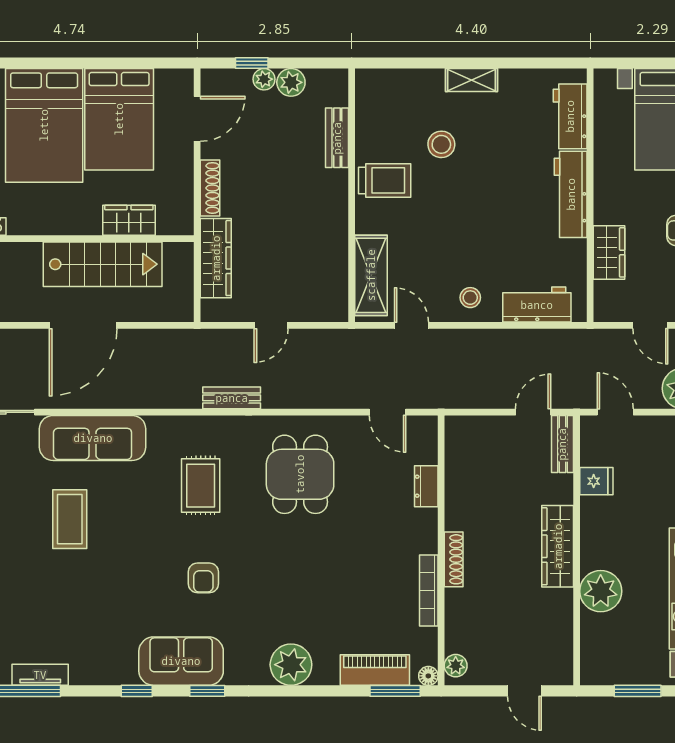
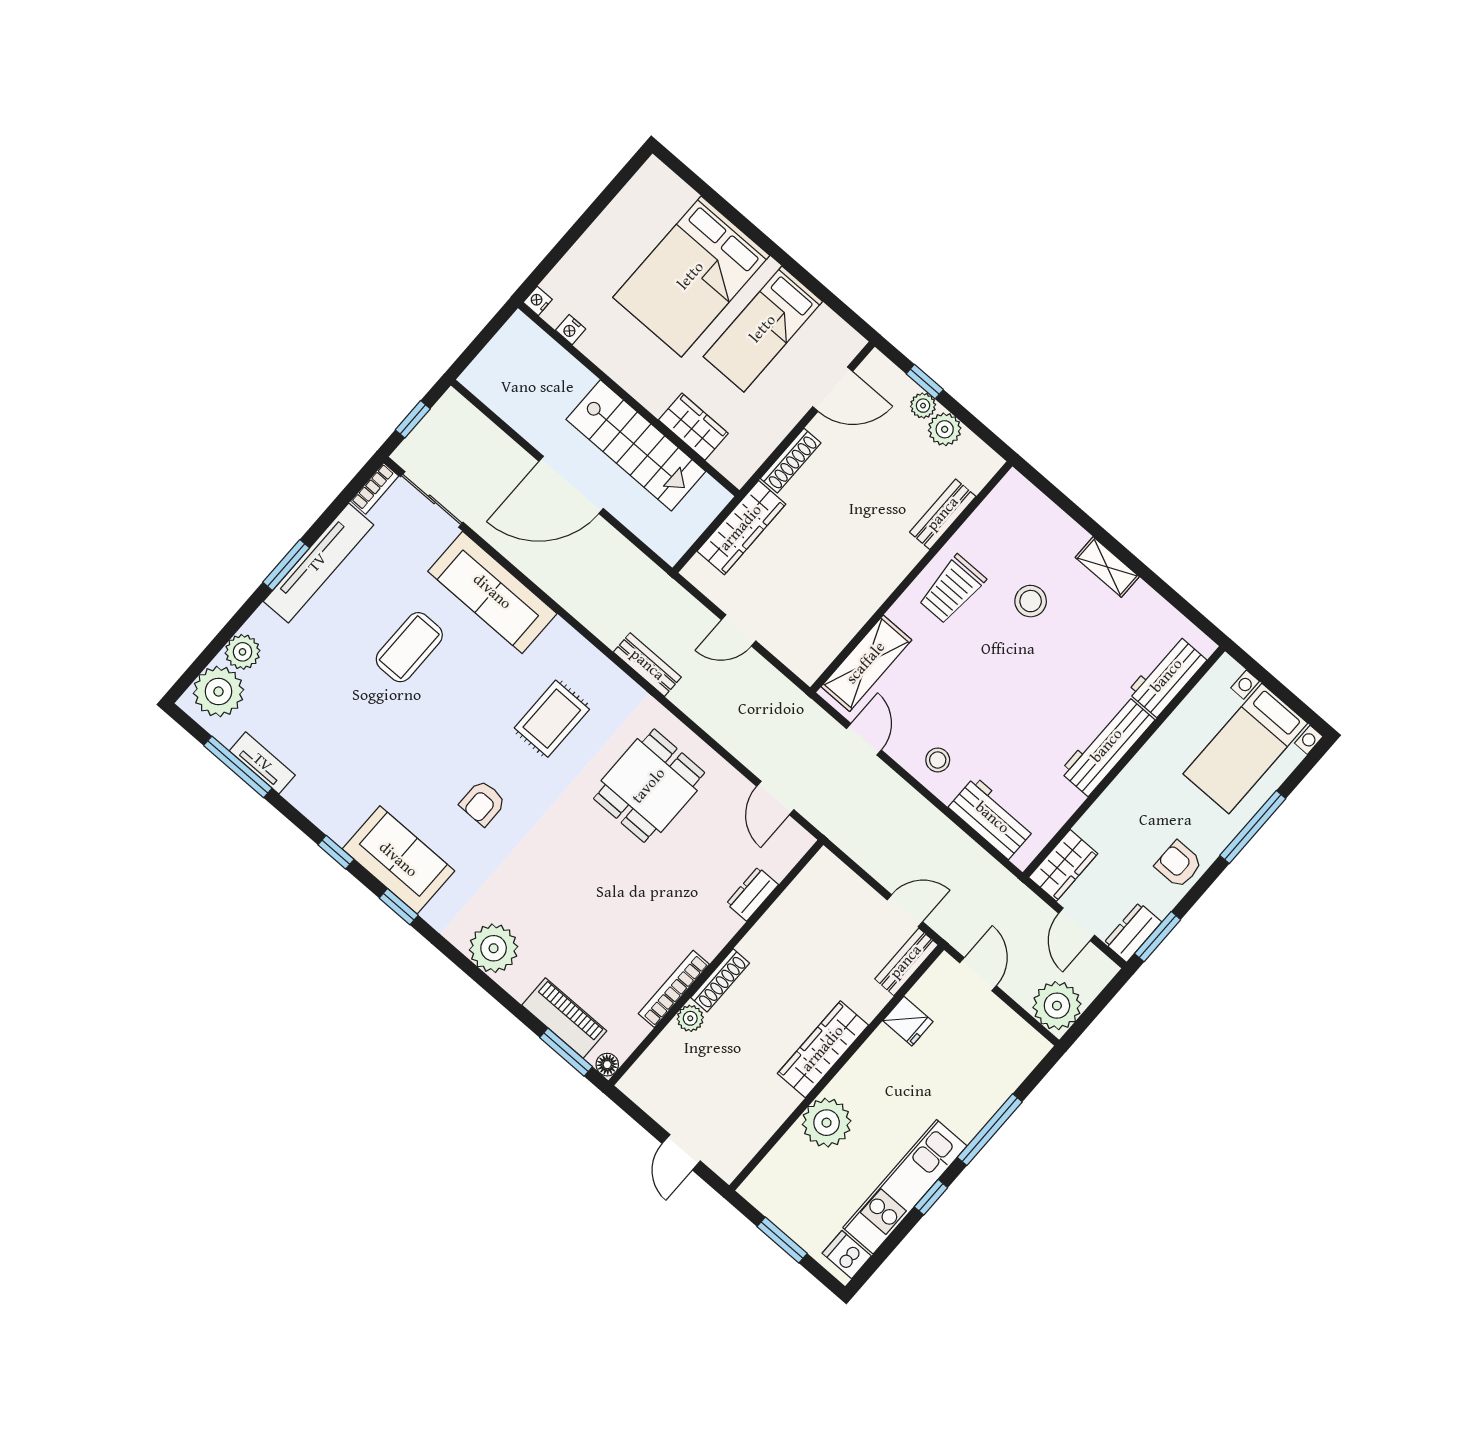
bed: (119, 119) -> (763, 329), width x0.67
trolley: (385, 180) -> (952, 589), turned 90
wardrobe: (609, 252) -> (1063, 865), moved
plant: (456, 666) -> (690, 1018), moved

